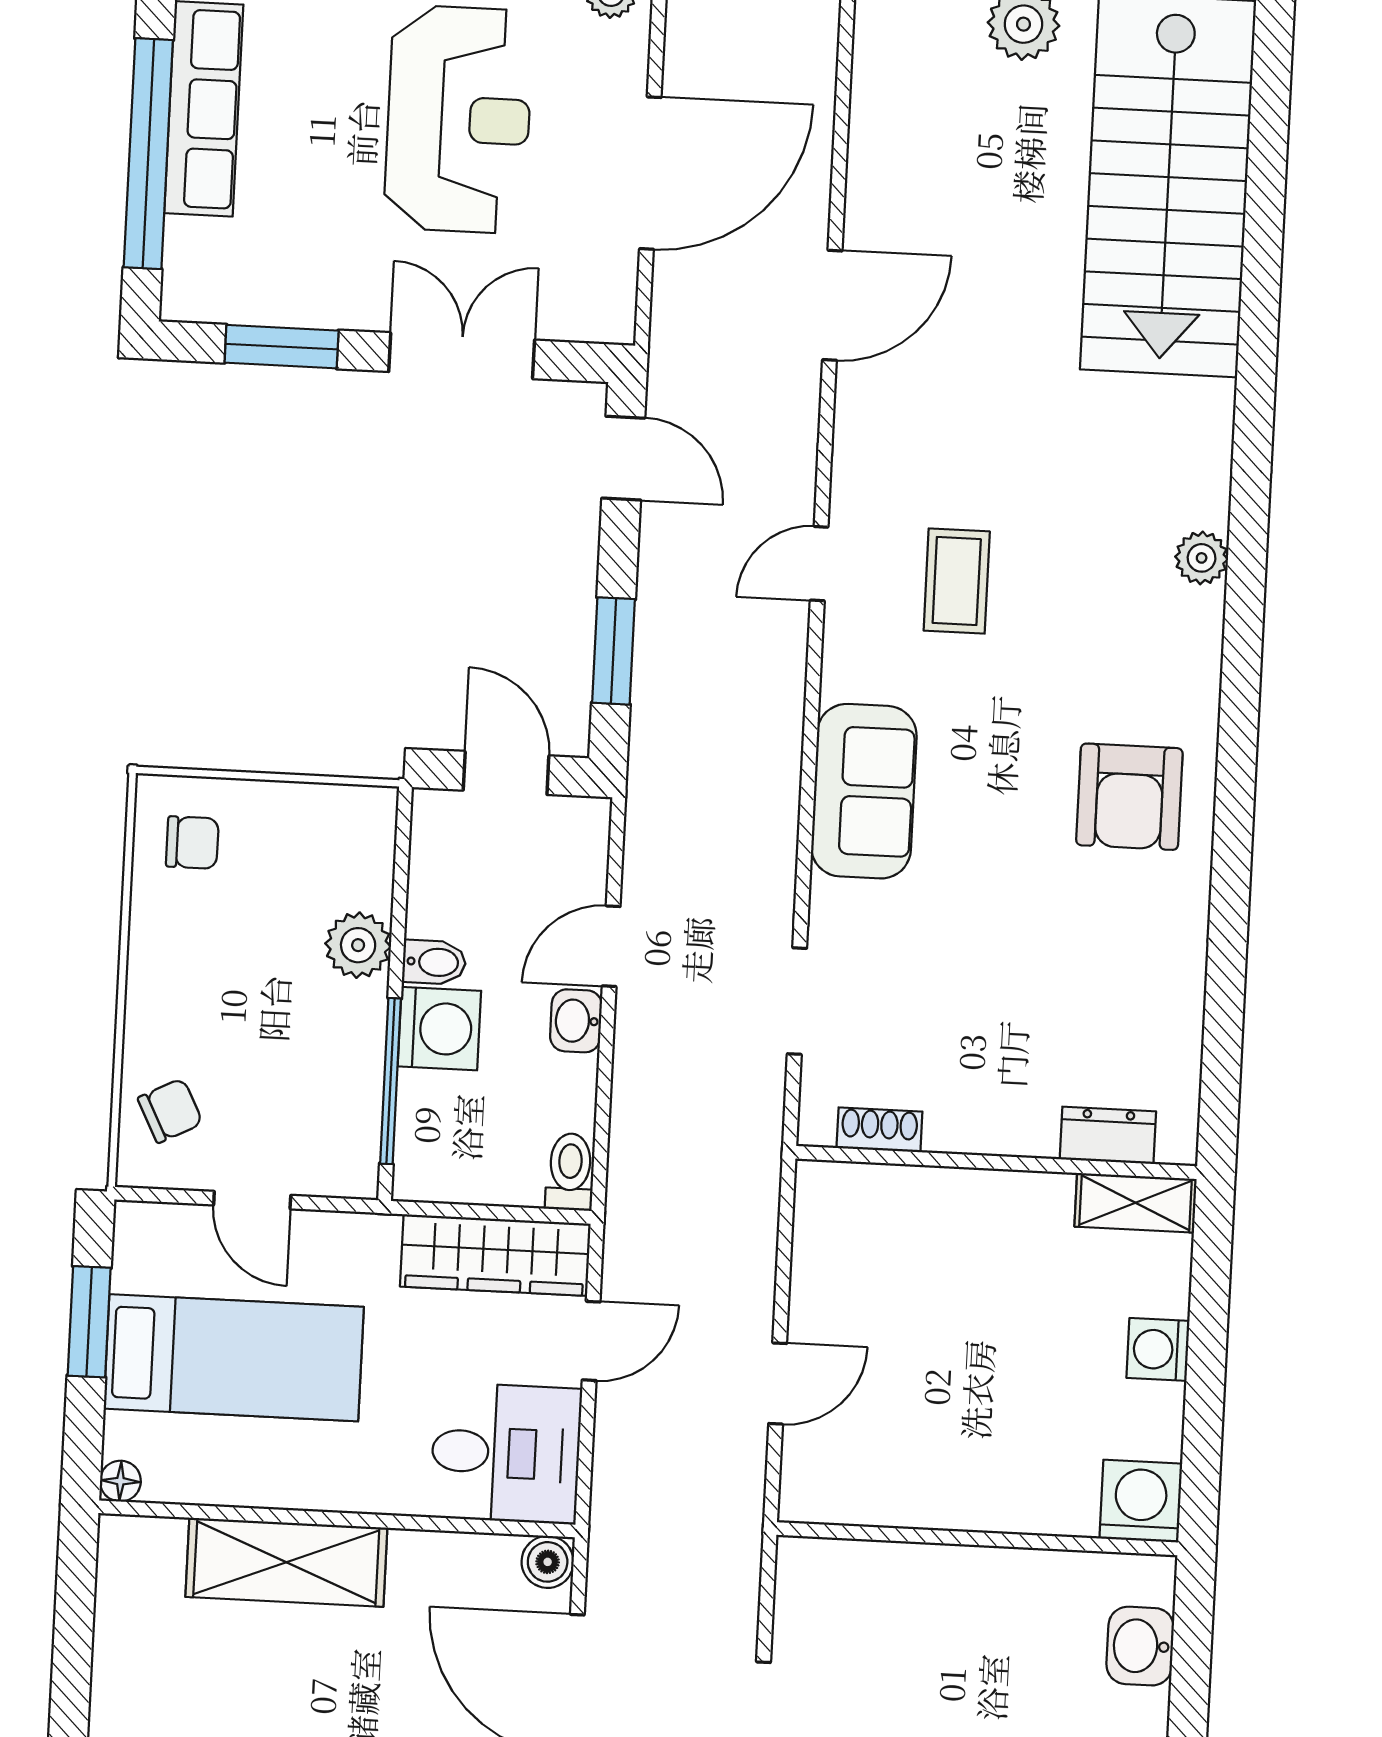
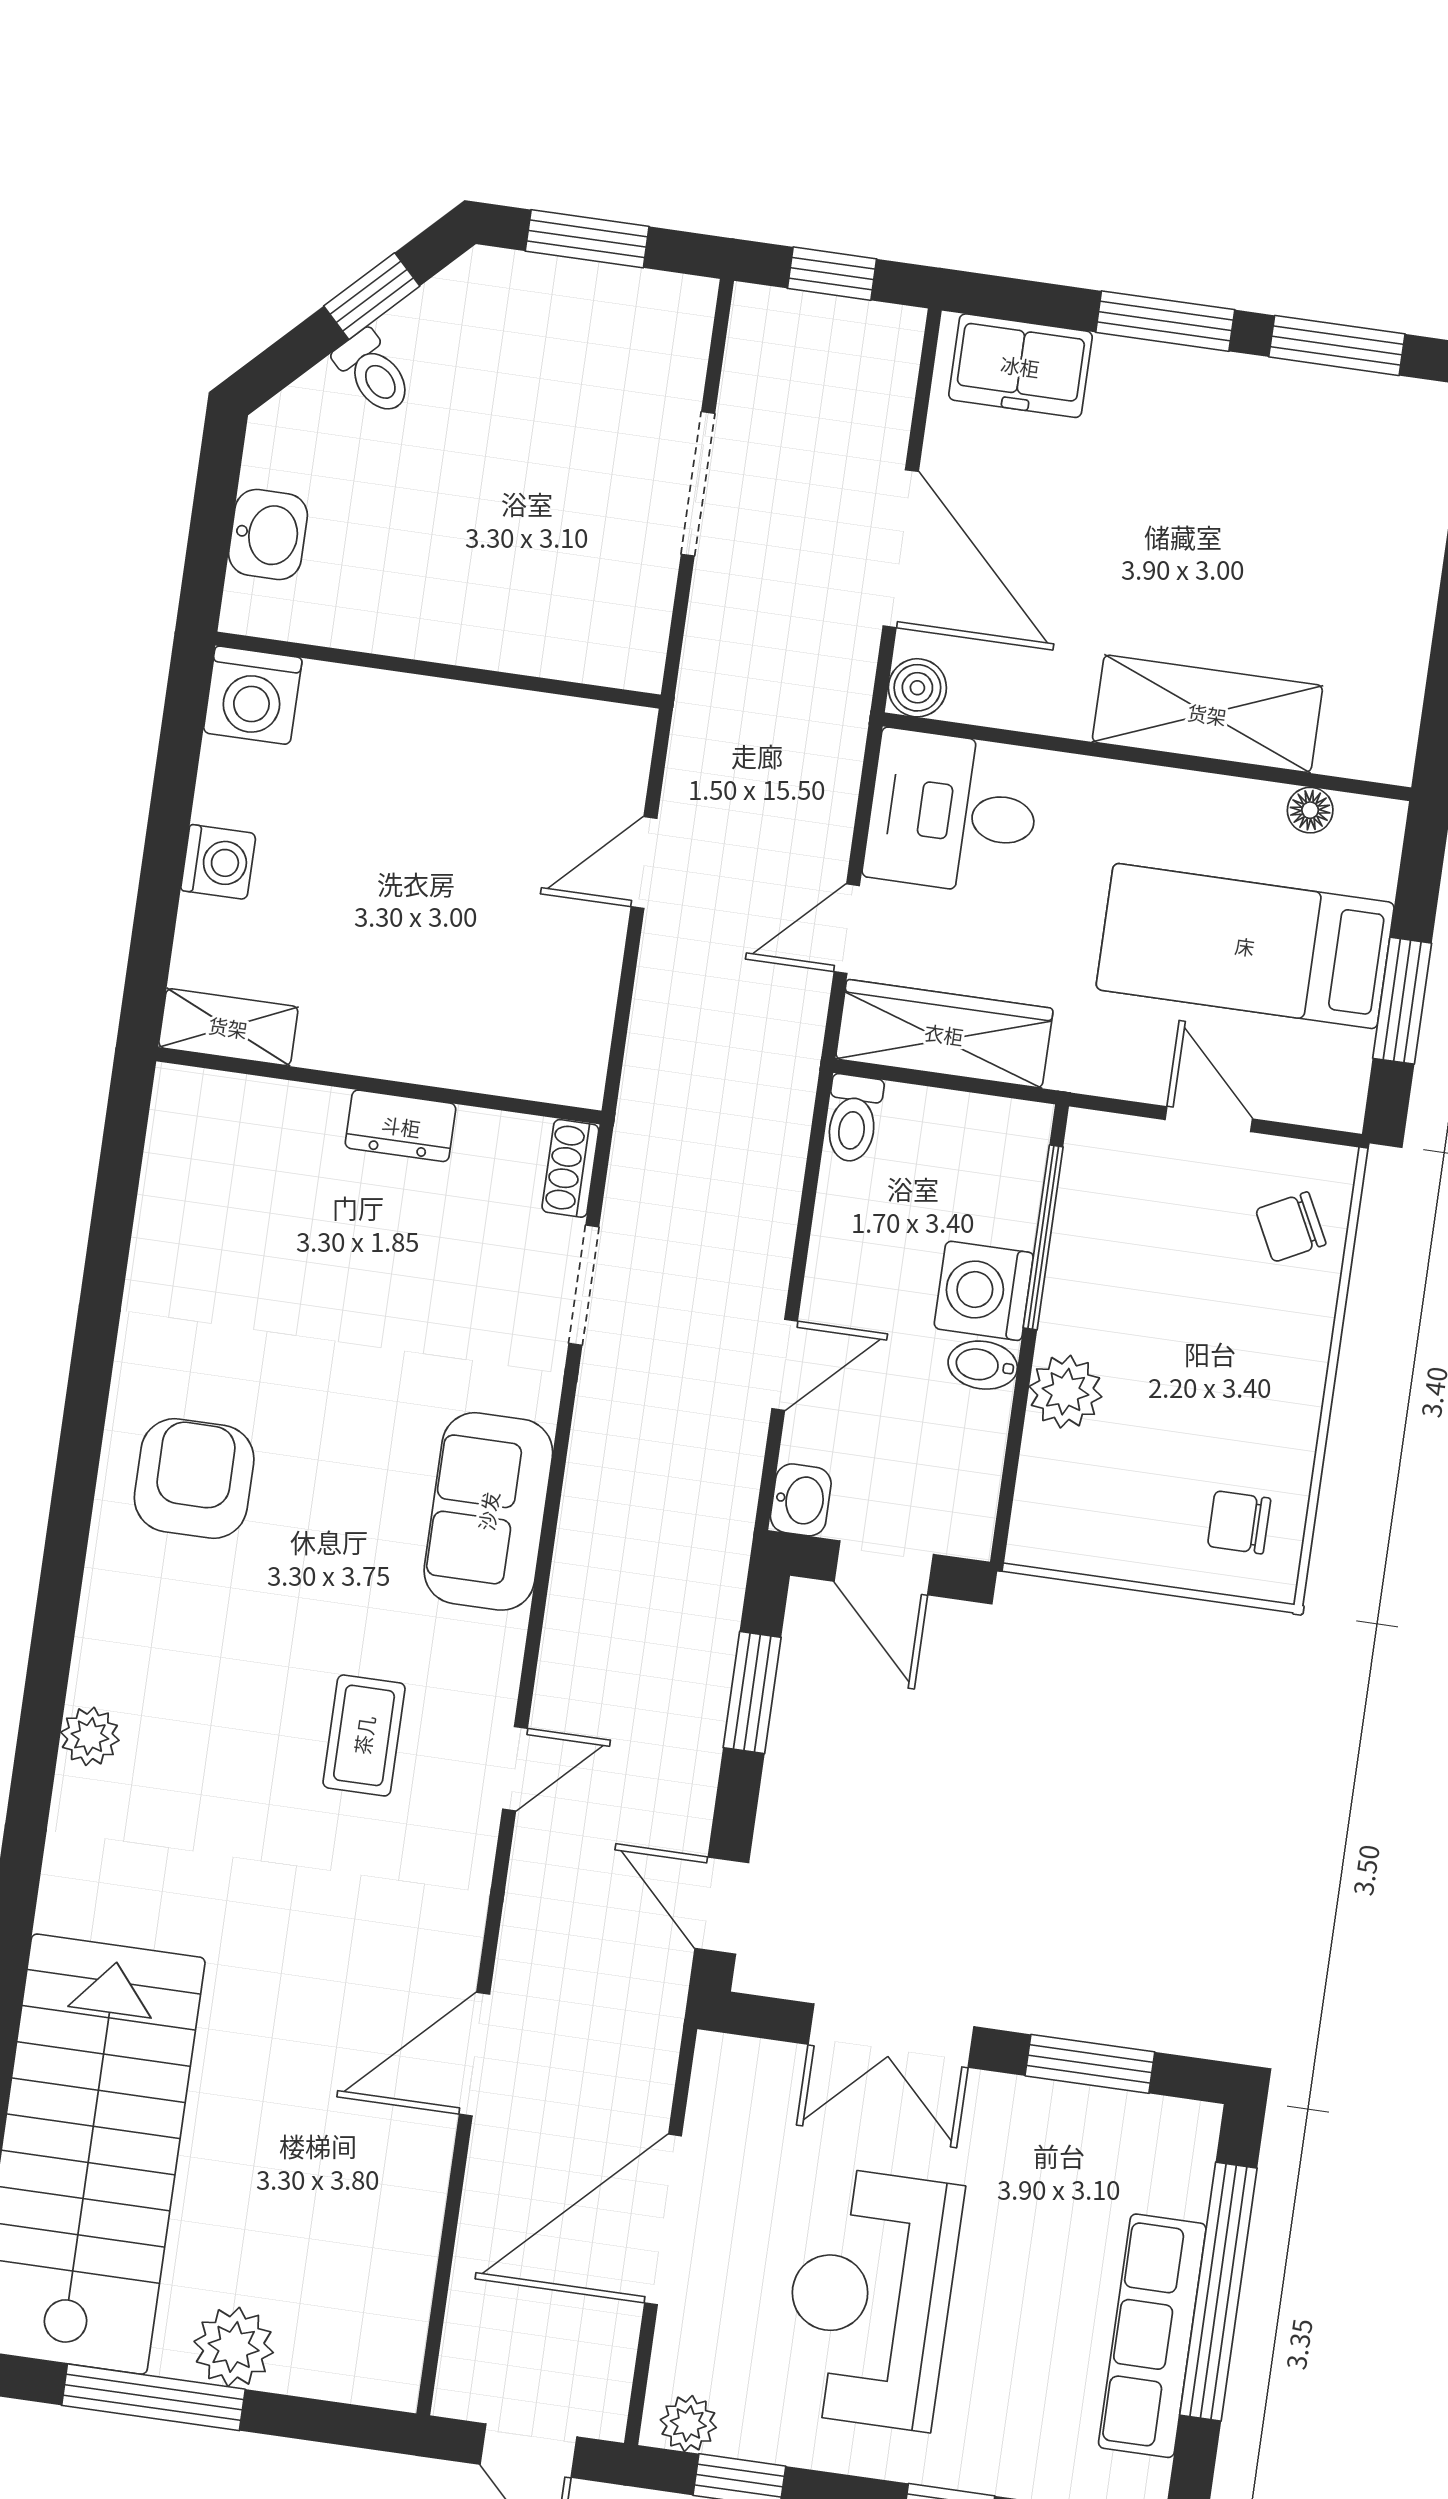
washbasin: (576, 1021) -> (801, 1500), moved
shoe rack: (879, 1130) -> (570, 1168), moved, turned 90
dresser: (1108, 1135) -> (401, 1126), moved
floor lamp: (120, 1481) -> (1310, 810), moved

